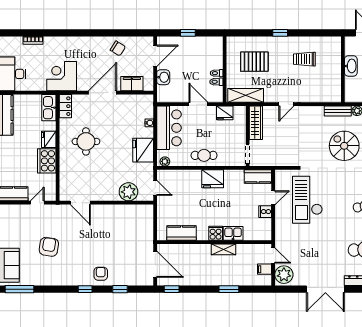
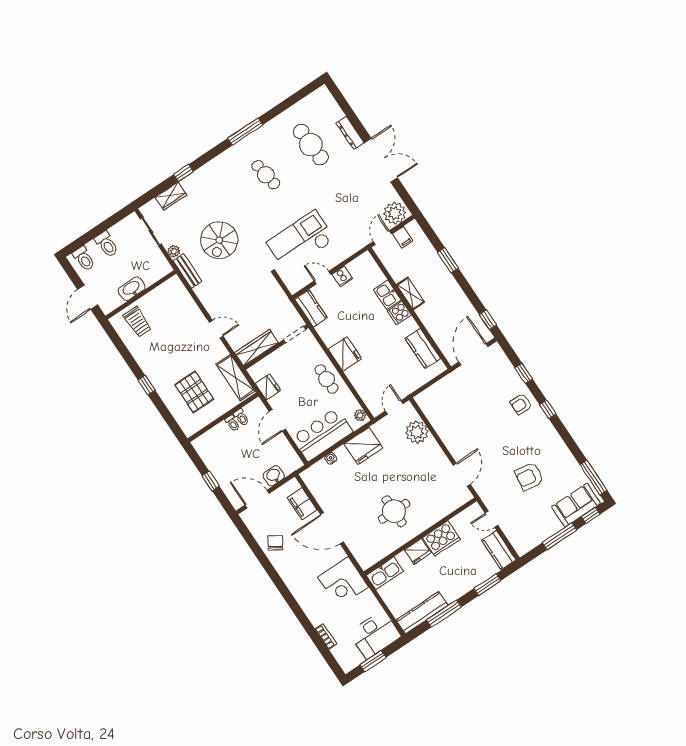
trolley: (304, 59) -> (137, 322), moved
locker: (65, 106) -> (372, 557), removed
checkout: (307, 200) -> (301, 241), turned 180

